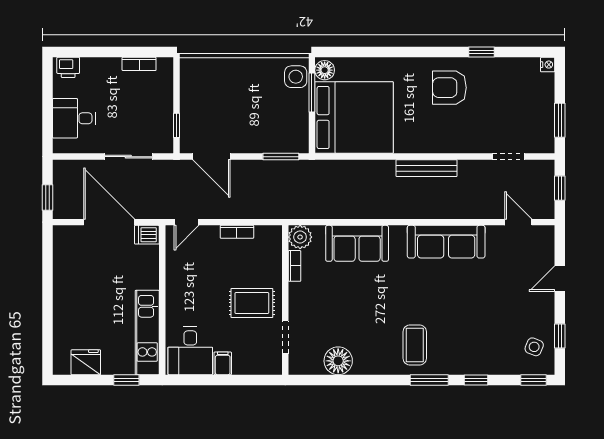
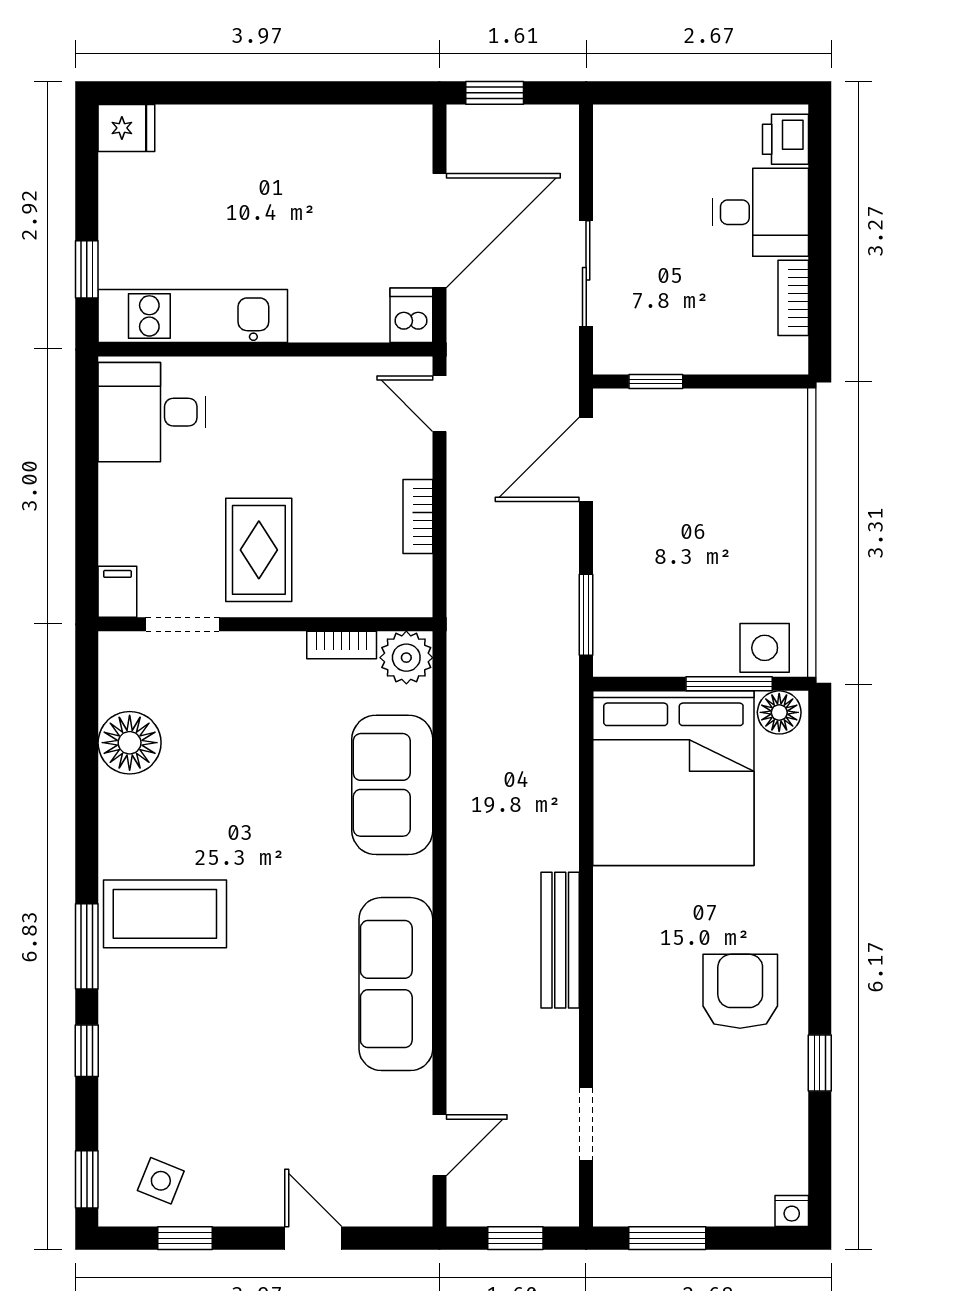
desk: (74, 118) -> (761, 212), moved, turned 90
coffee table: (415, 345) -> (165, 914), width x1.36, depth x1.32
fridge: (86, 362) -> (126, 128), moved, width x0.72
filing cabinet: (223, 363) -> (117, 592), moved, turned -90

